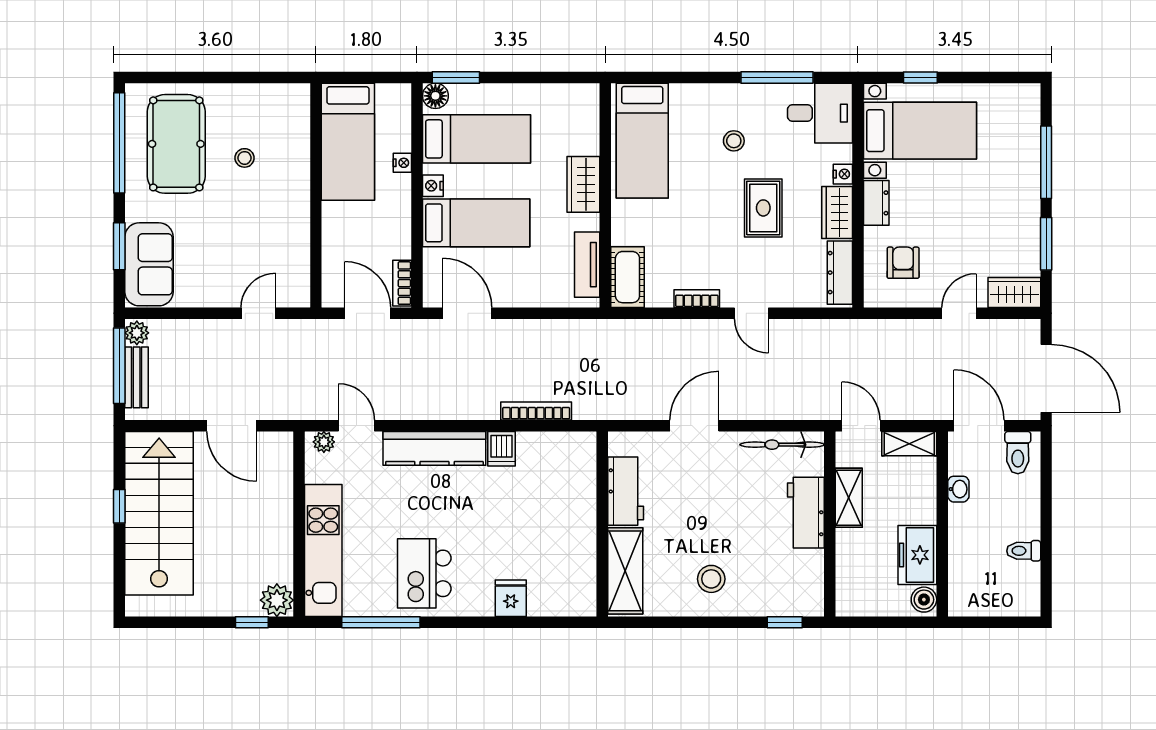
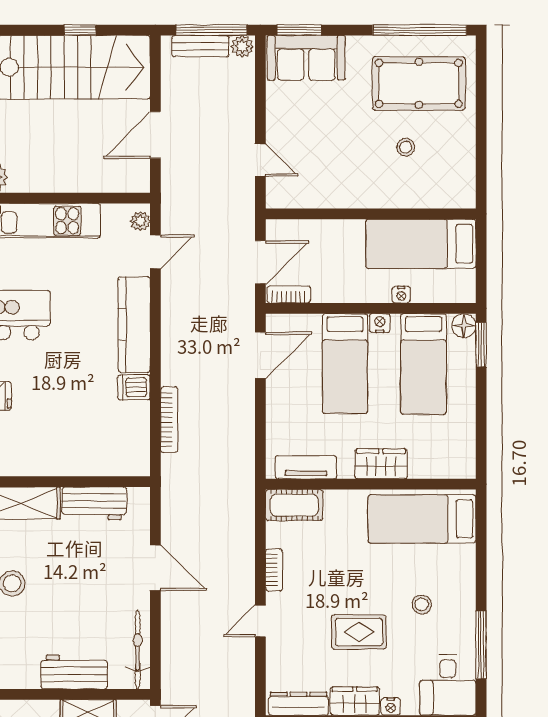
window: (119, 246) -> (299, 30), moved

